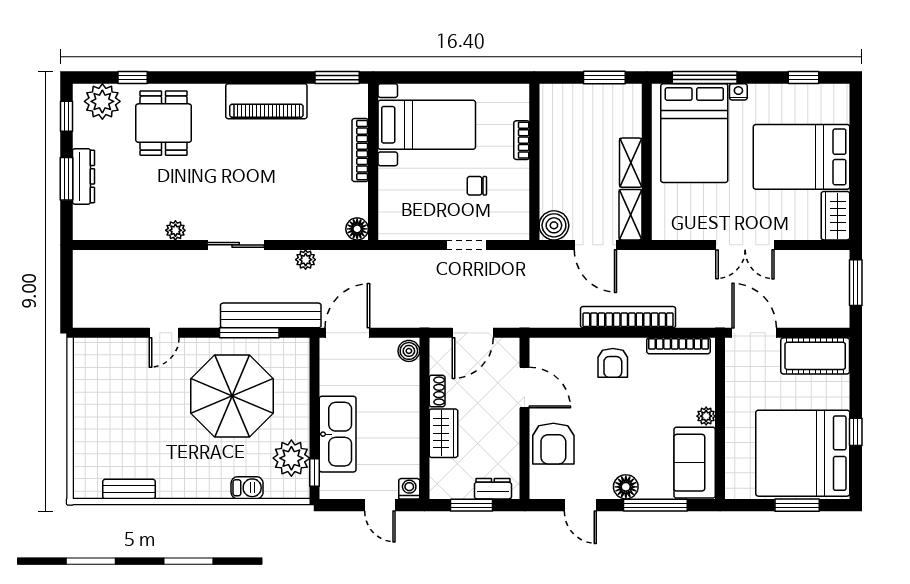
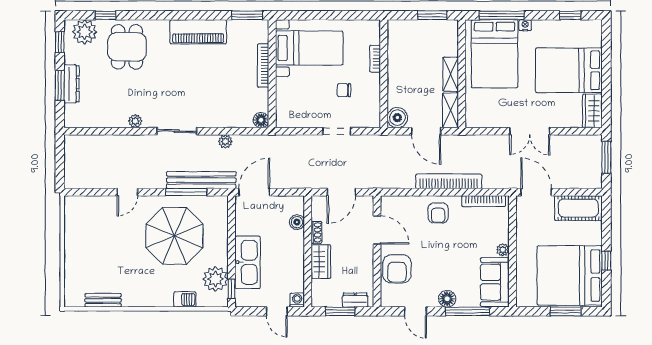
boiler: (409, 351) -> (297, 222), moved

